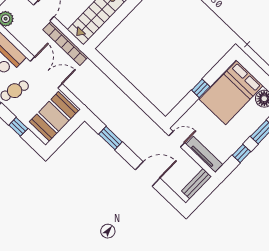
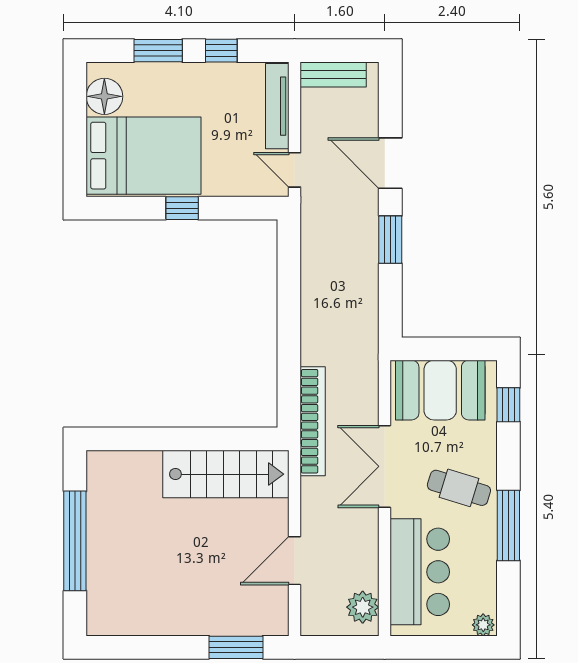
bookcase: (65, 43) -> (313, 421), moved
window: (18, 127) -> (508, 405), moved
window: (110, 138) -> (390, 240), moved

